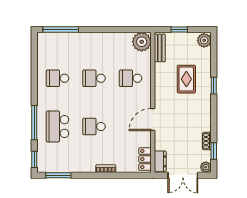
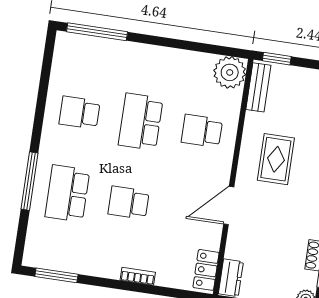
window: (179, 30) -> (277, 59), moved
school desk: (94, 78) -> (141, 122), width x1.85
rug: (186, 79) -> (276, 159), moved
window: (34, 159) -> (20, 243), removed

